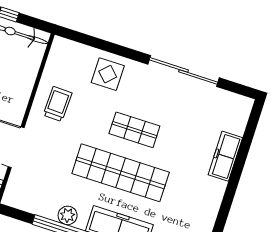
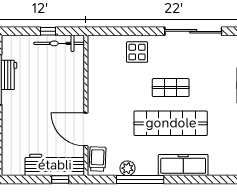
trolley: (58, 104) -> (98, 159), moved
plant: (68, 215) -> (127, 168), moved

